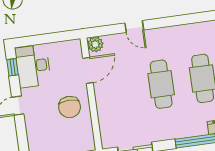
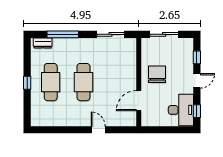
plant: (95, 44) -> (130, 120), removed
window: (22, 135) -> (197, 57), added

